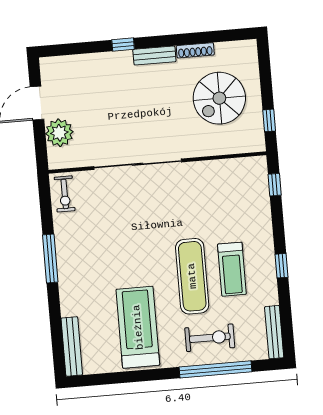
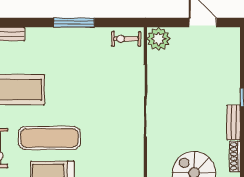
plant: (59, 133) -> (159, 39), moved

